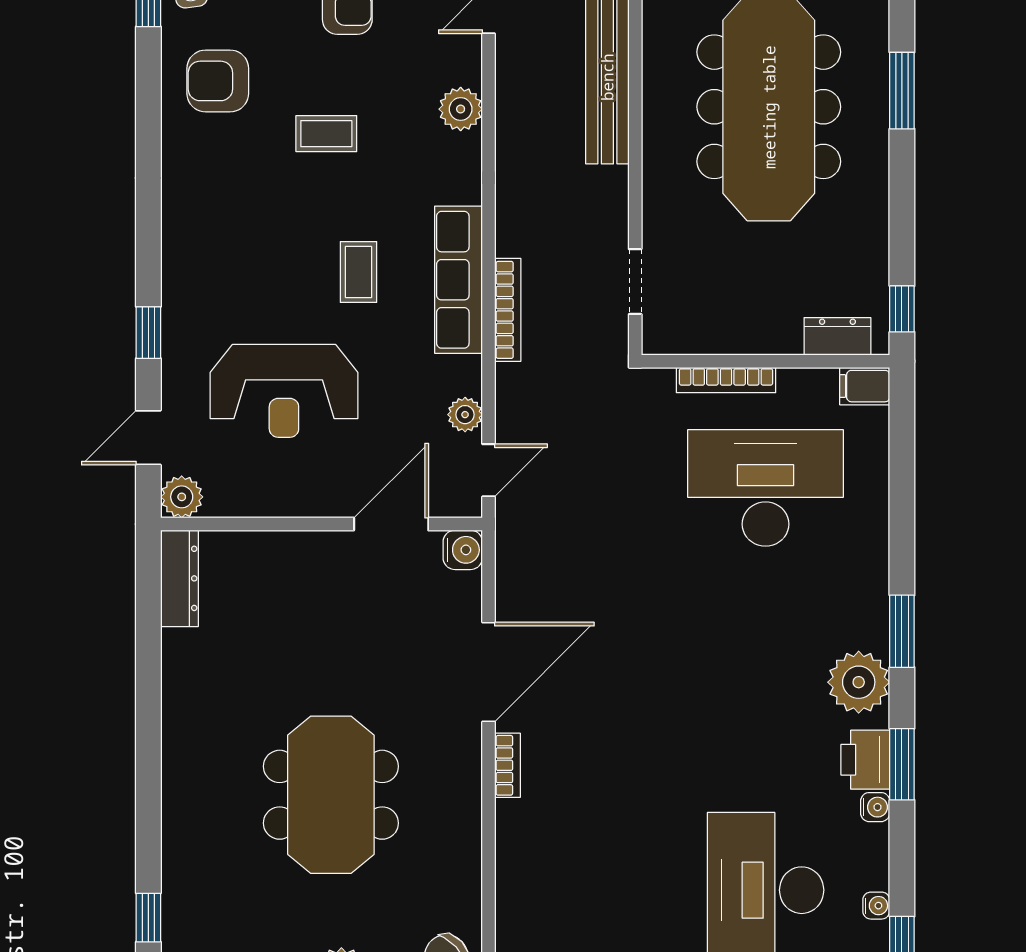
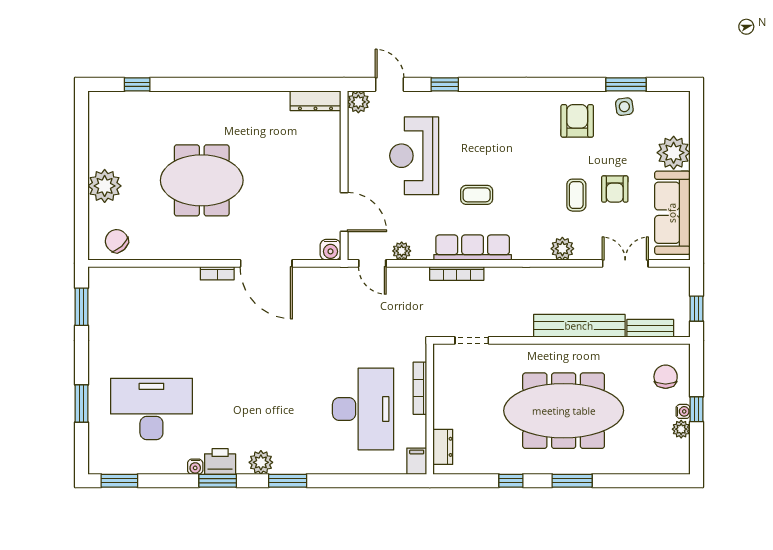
coffee table: (326, 134) -> (576, 195), moved
window: (902, 309) -> (511, 481), moved
plant: (859, 682) -> (261, 462), width x0.73, depth x0.73
water cooler: (876, 906) -> (143, 467), removed

